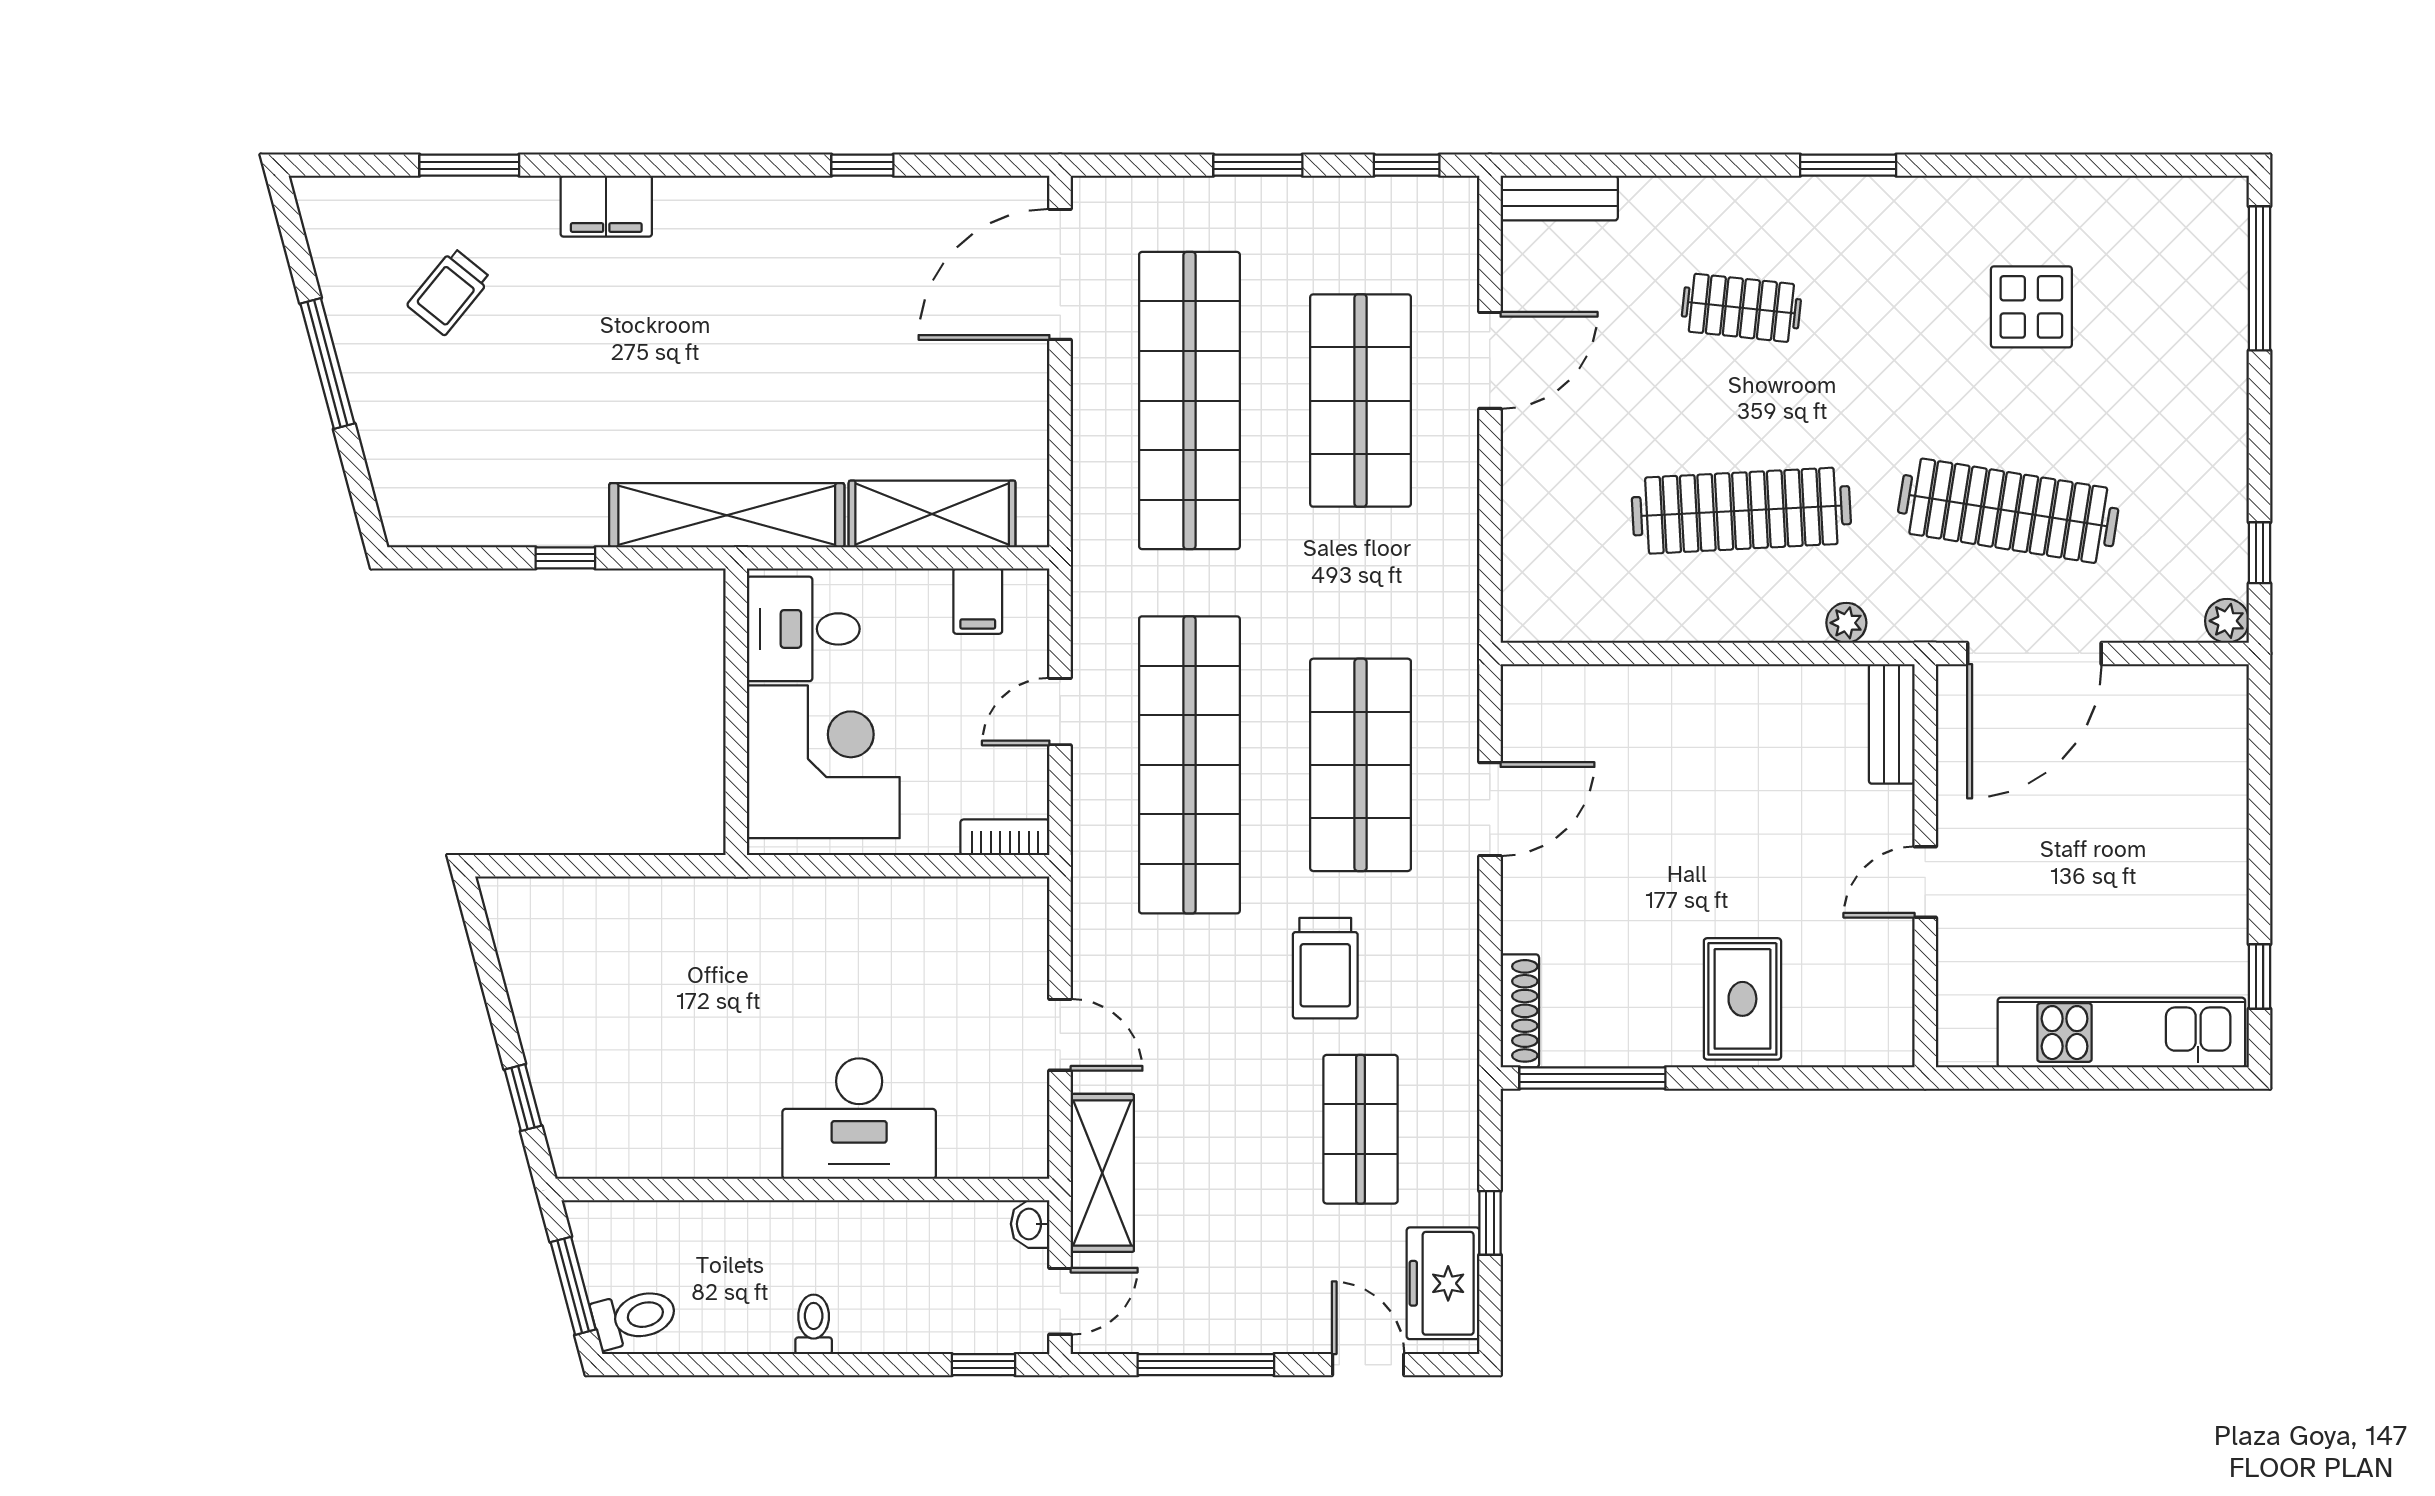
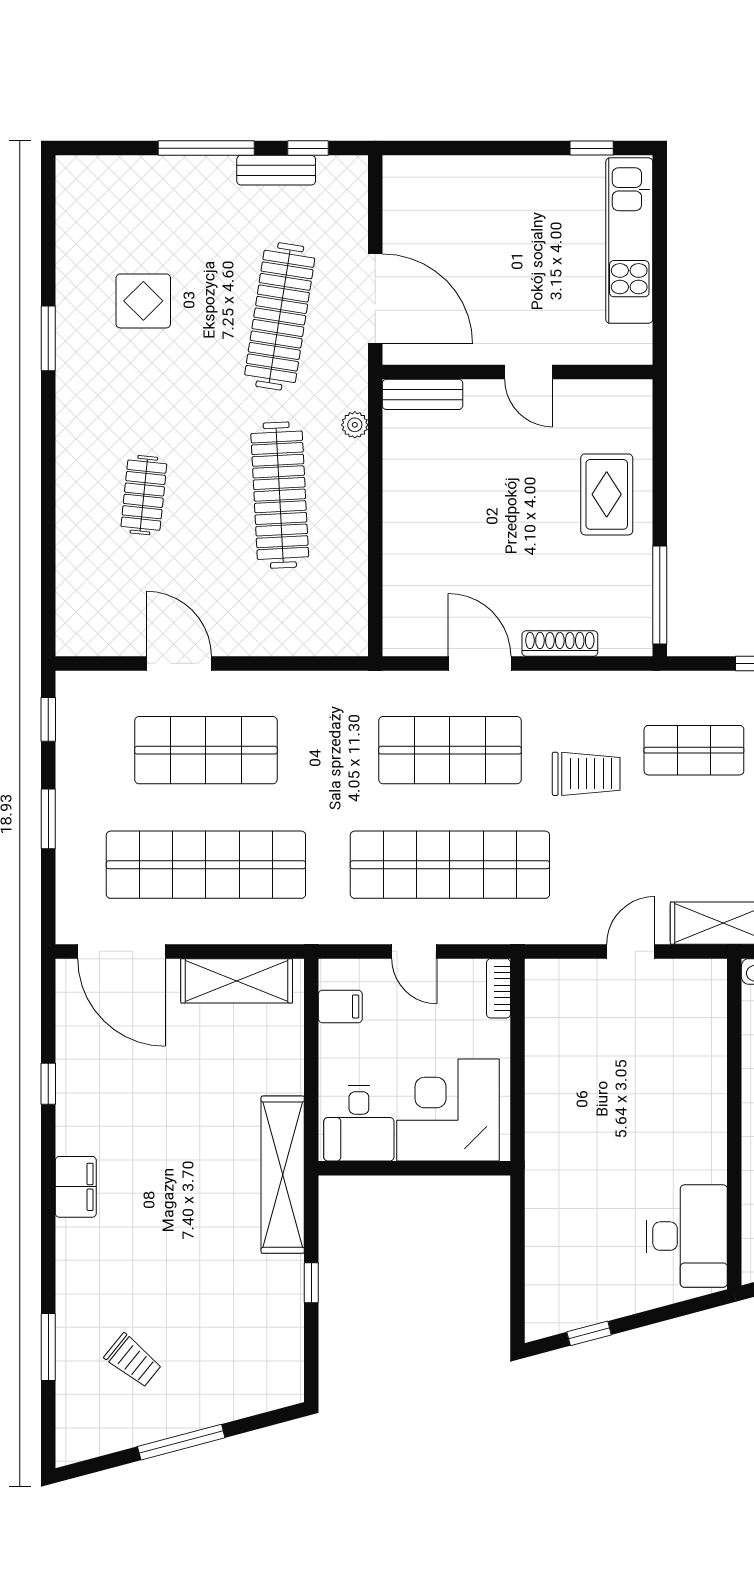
window: (1848, 165) -> (48, 338), moved
bench: (1559, 198) -> (276, 170), moved, turned 90
filing cabinet: (606, 206) -> (76, 1187), moved
window: (2260, 278) -> (206, 148), moved
shelving: (932, 514) -> (237, 981), moved, turned 90
plant: (2227, 621) -> (354, 170), removed
rug: (1742, 999) -> (607, 494), turned 90
shoe rack: (1520, 1011) -> (560, 644), moved
window: (523, 1098) -> (589, 1333), moved
desk: (859, 1119) -> (687, 1236), moved

